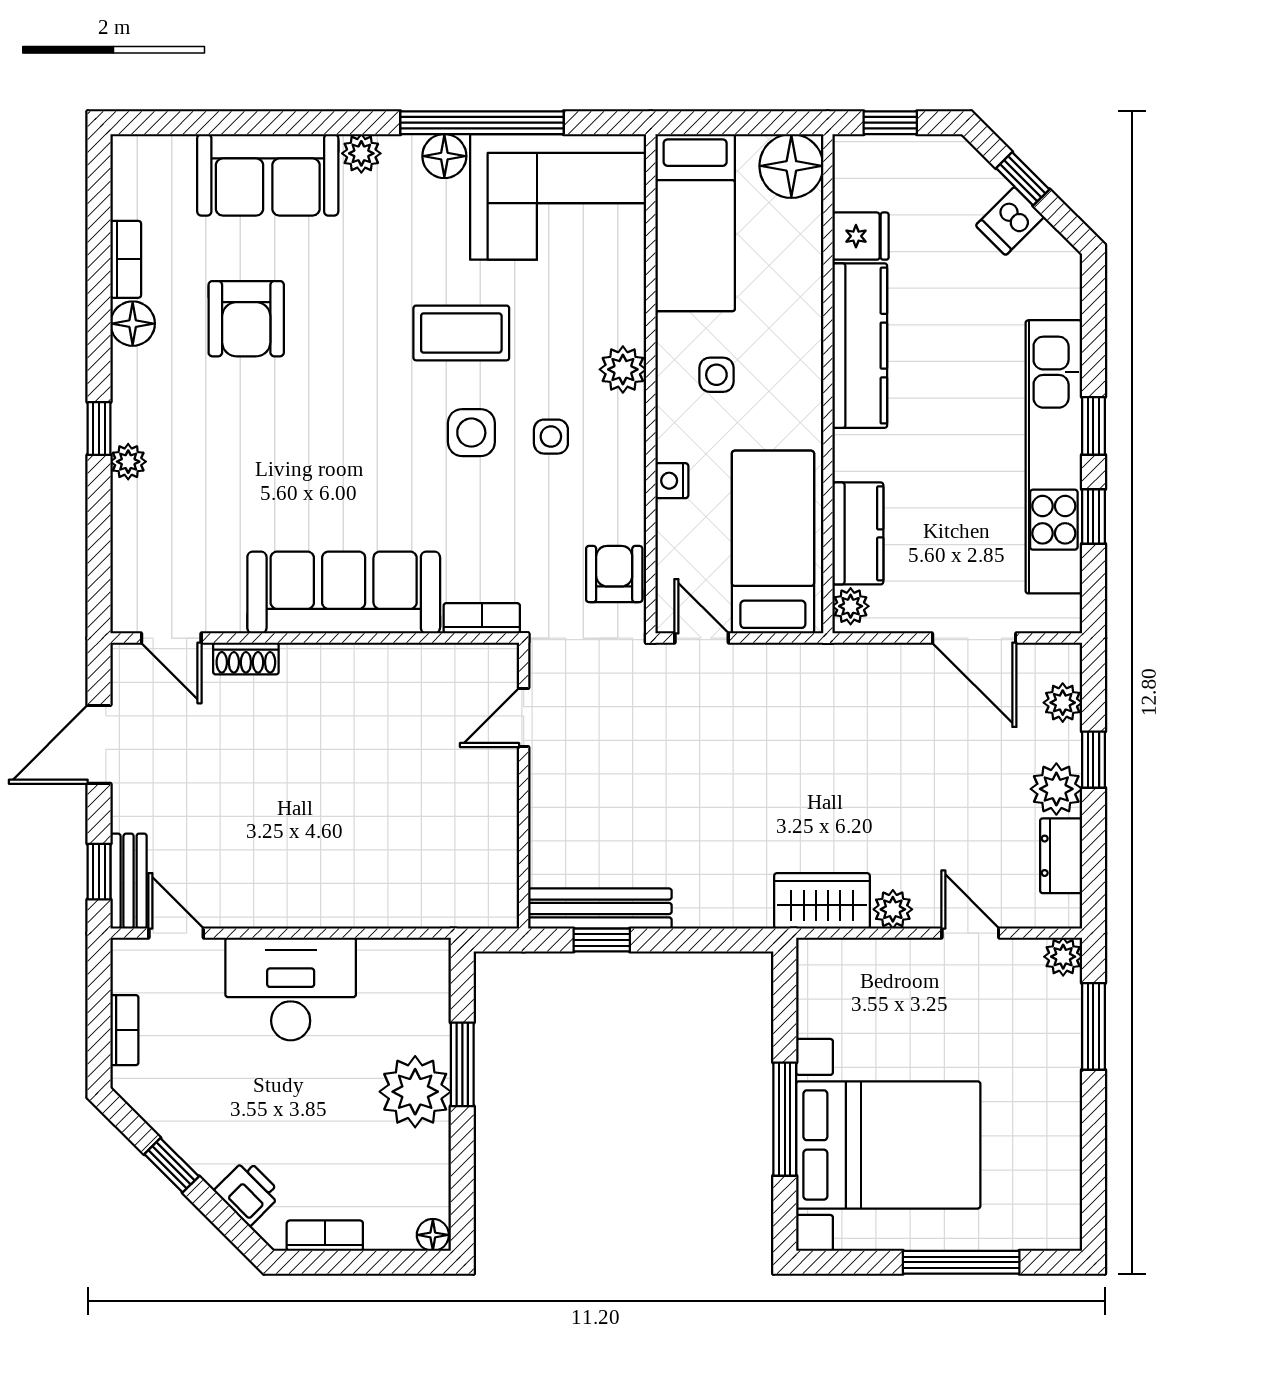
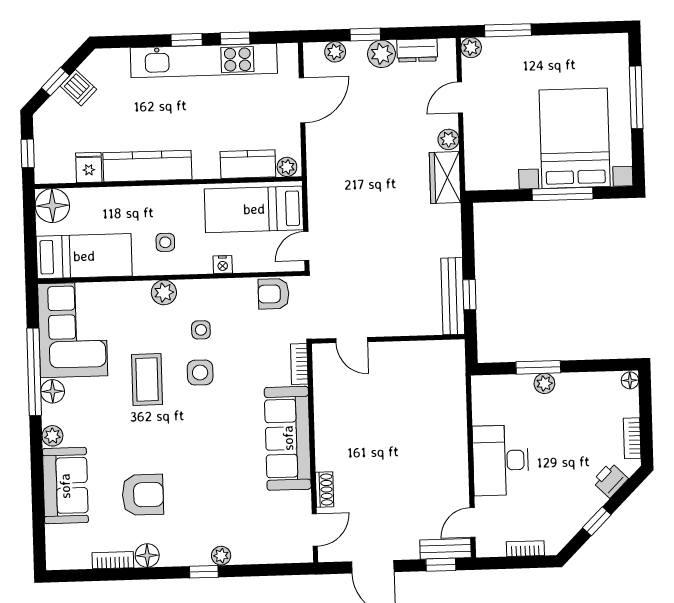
plant: (415, 1092) -> (544, 383), width x0.53, depth x0.53

